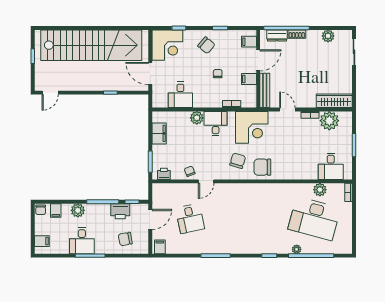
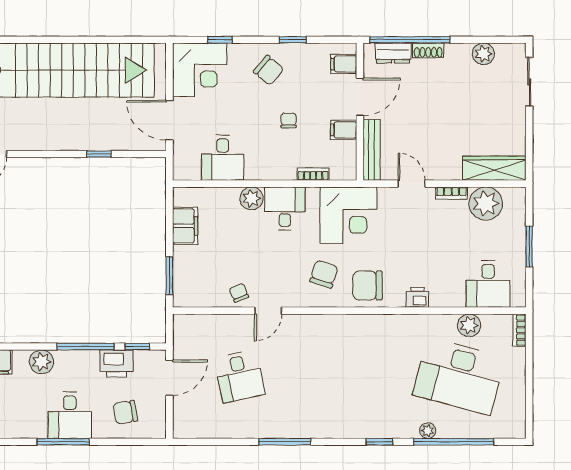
printer: (164, 174) -> (417, 297), moved
desk: (82, 241) -> (70, 415), moved
filing cabinet: (160, 247) -> (186, 426), removed

